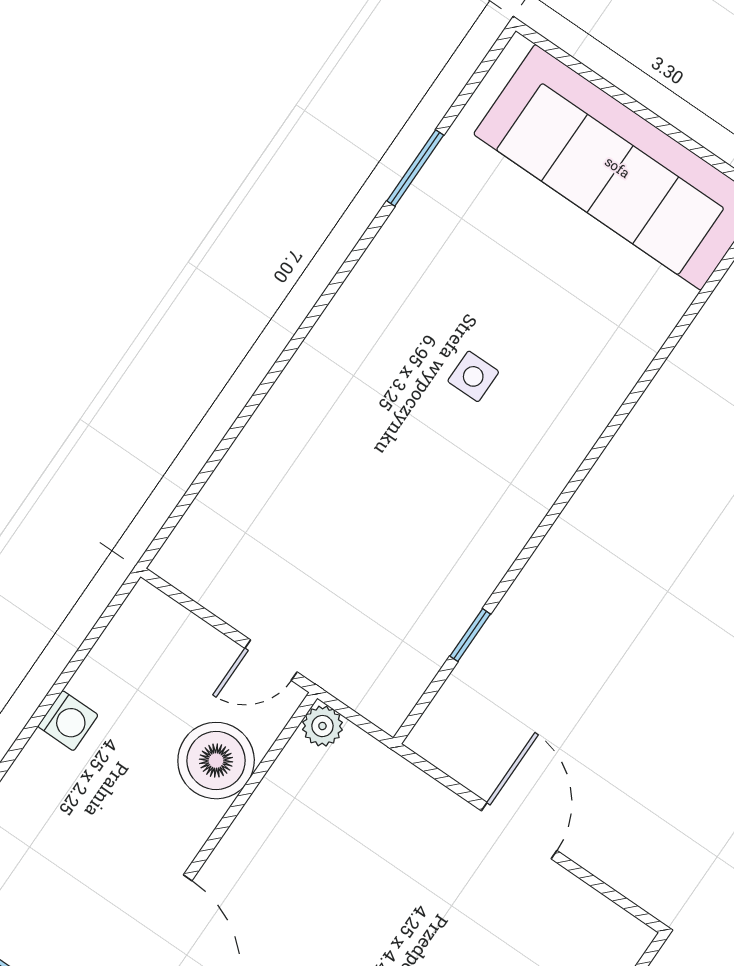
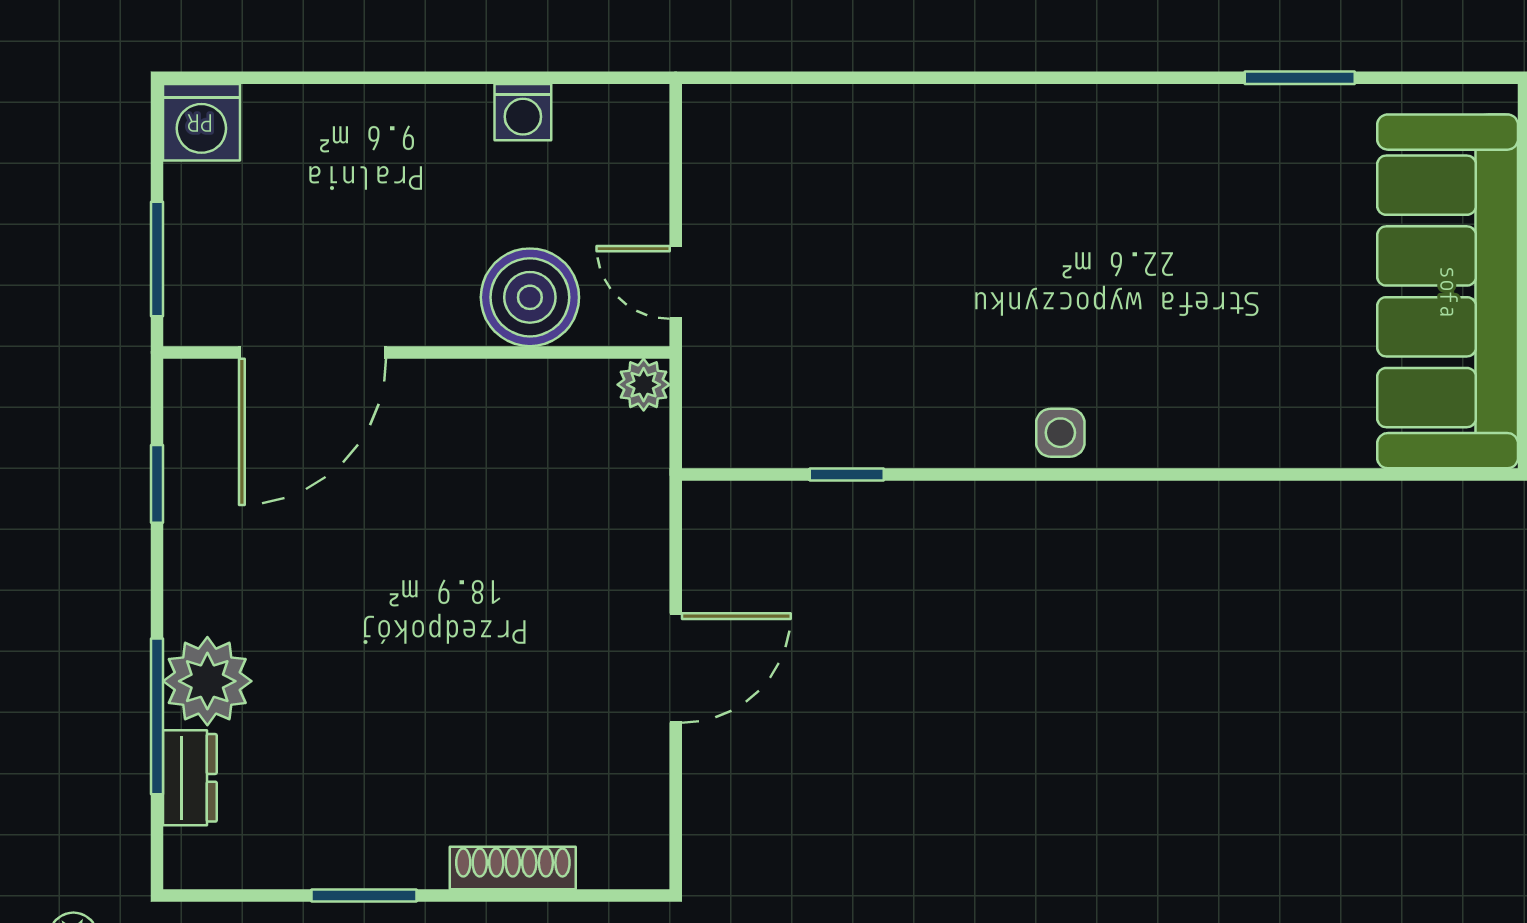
side table: (473, 376) -> (1060, 433), moved
washing machine: (68, 721) -> (523, 112), moved

